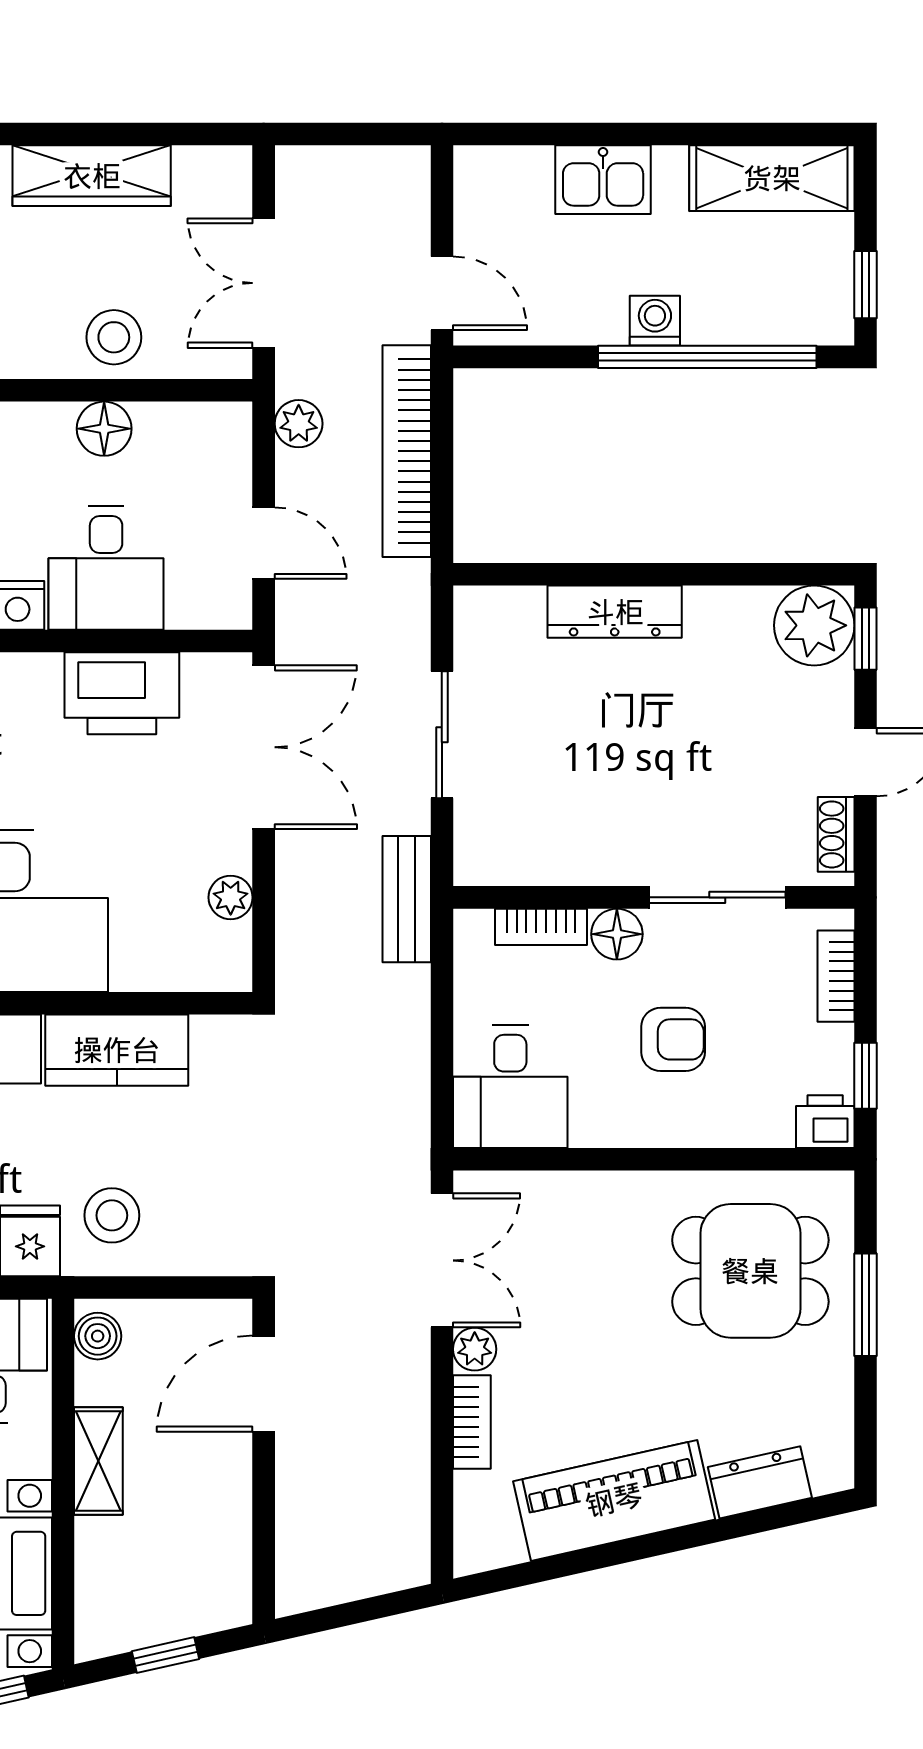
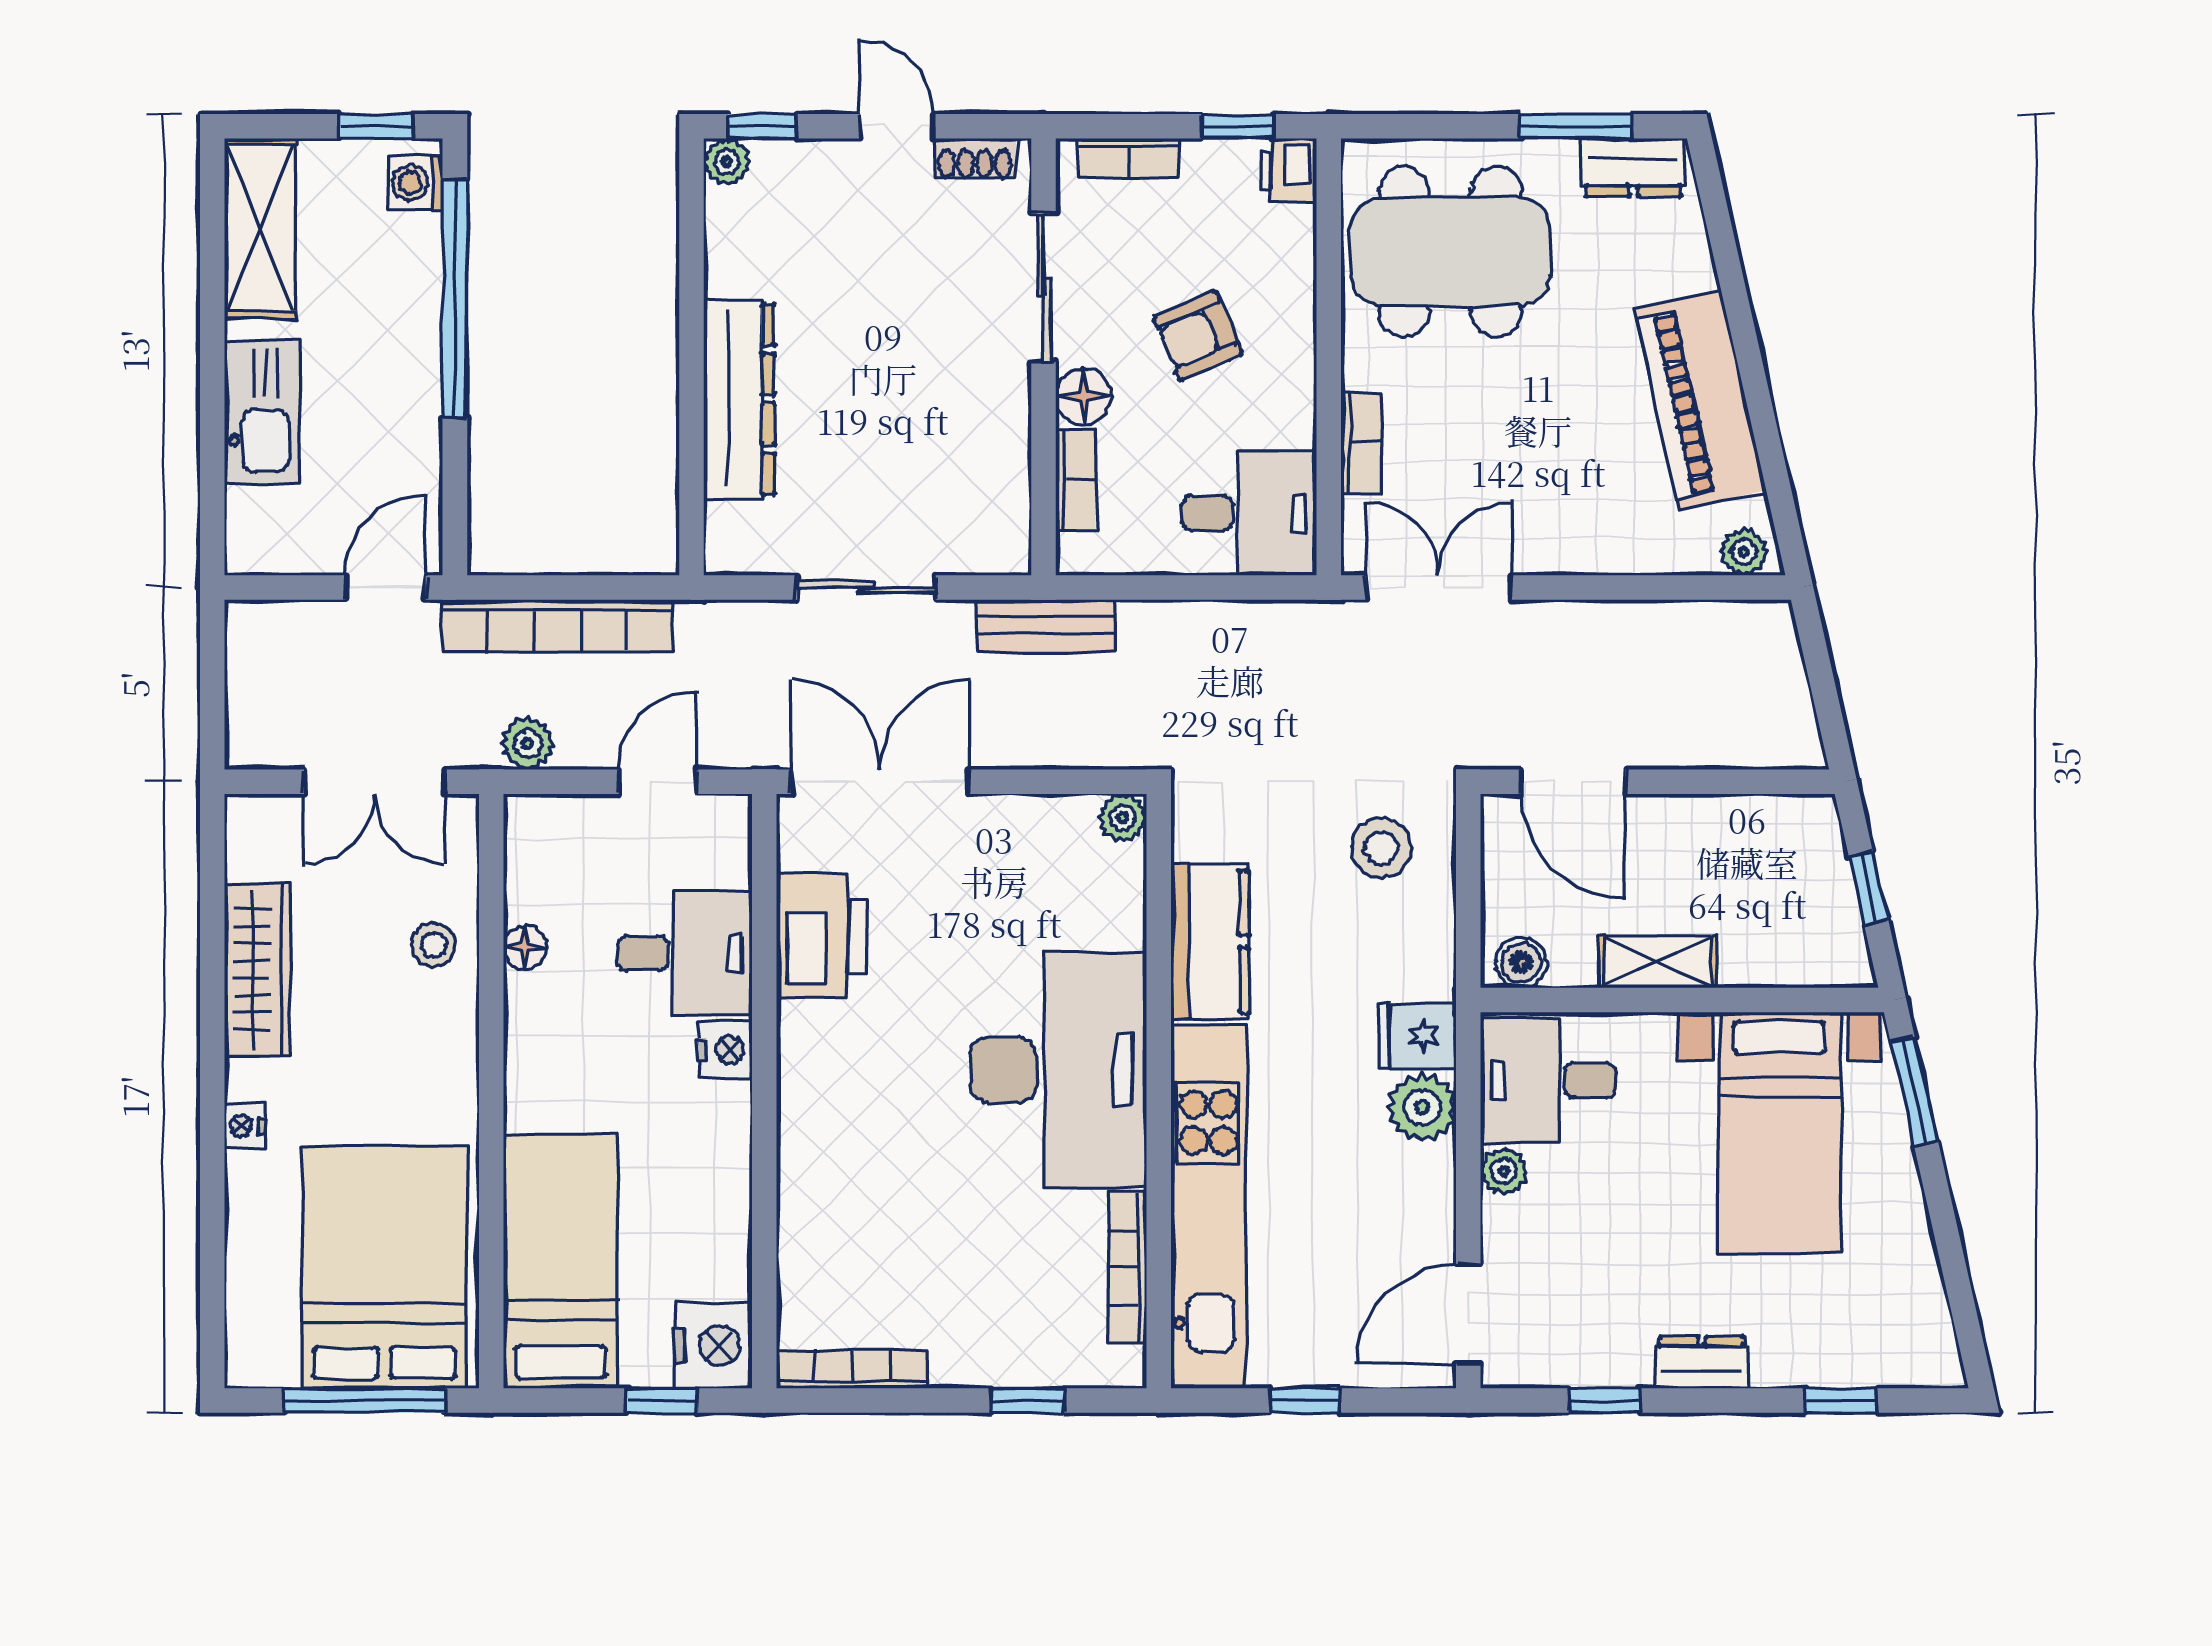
kitchen sink: (603, 180) -> (262, 412), width x1.38
washing machine: (655, 321) -> (416, 183), moved
stool: (114, 337) -> (434, 945), width x0.73, depth x0.73
floor lamp: (104, 429) -> (525, 947), width x0.73, depth x0.73
dresser: (615, 612) -> (739, 399), width x1.37, depth x1.24
plant: (814, 625) -> (727, 162), width x0.53, depth x0.53
plant: (231, 897) -> (1123, 818), moved
armchair: (673, 1039) -> (1198, 336), turned -113
stool: (112, 1215) -> (1381, 848), moved
dining table: (750, 1271) -> (1450, 251), width x1.37
window: (865, 1305) -> (1575, 126), moved
plant: (475, 1349) -> (1744, 552), moved
bookcase: (472, 1422) -> (1361, 443), moved, turned 90
dresser: (760, 1482) -> (1633, 167), moved, turned -77

